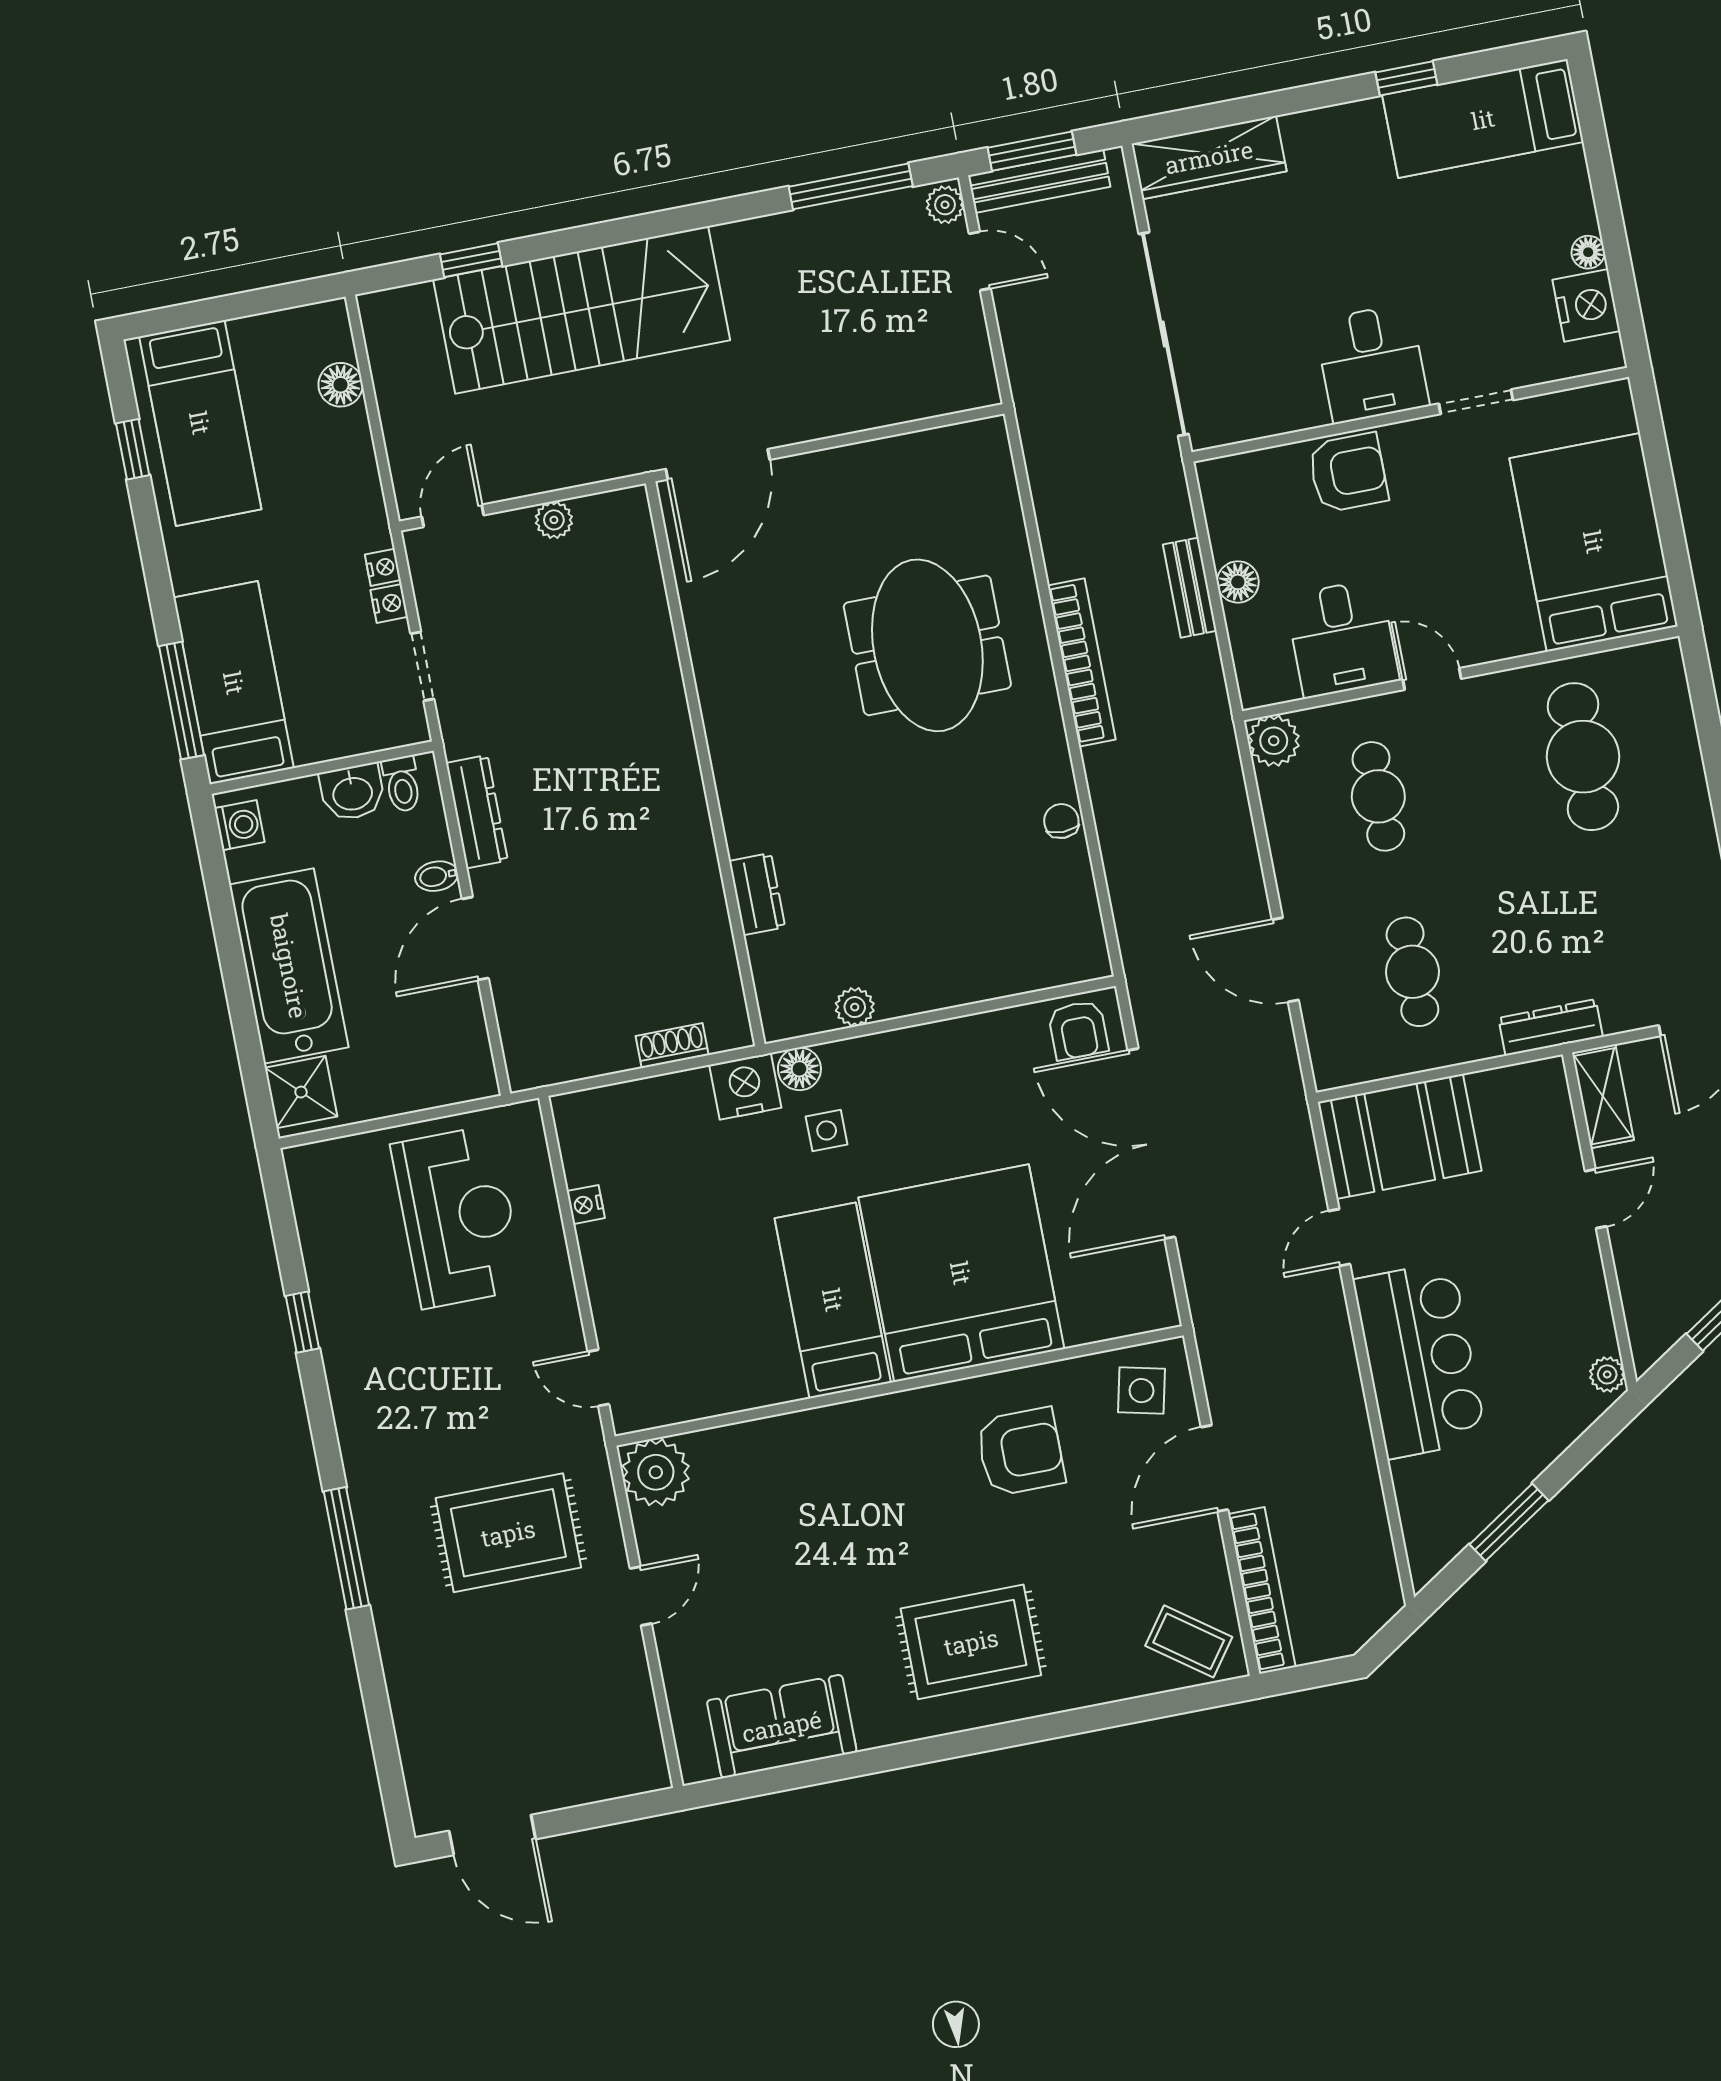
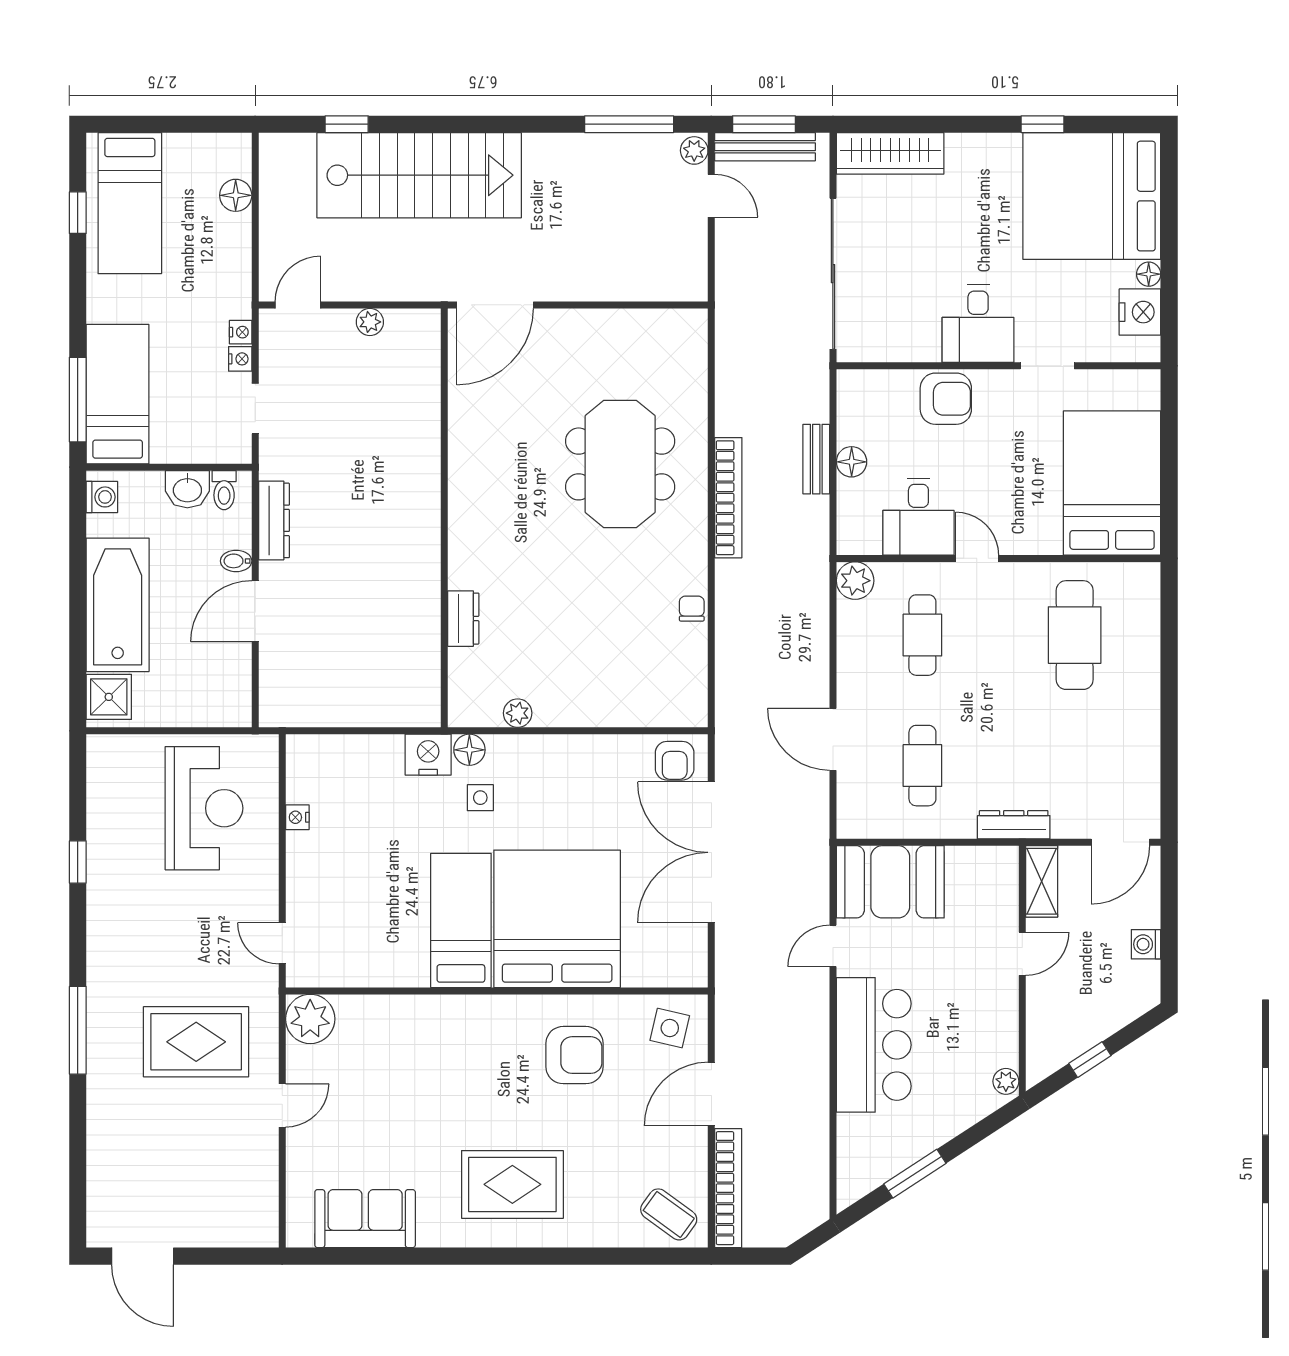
bed: (1483, 119) -> (1092, 196), width x2.04
shoe rack: (672, 1046) -> (381, 715), removed

